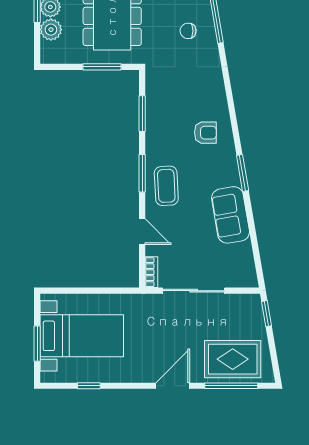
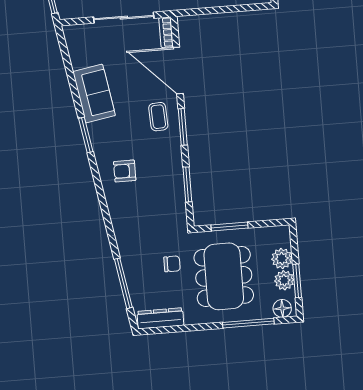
chair: (188, 31) -> (172, 264), moved
coffee table: (166, 186) -> (158, 117), width x0.73, depth x0.77
door: (142, 232) -> (178, 71), width x1.88

